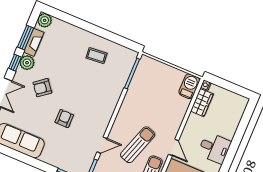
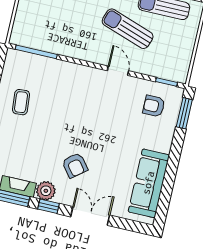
armchair: (64, 119) -> (154, 106), moved
door: (102, 145) -> (118, 71), moved

